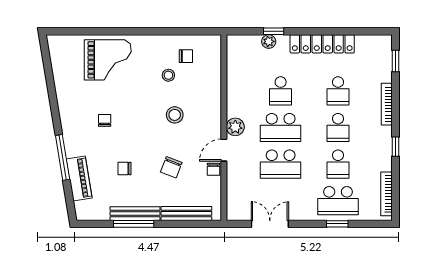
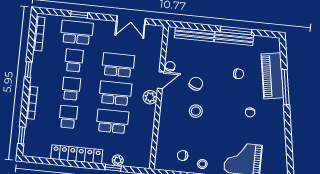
stool: (168, 75) -> (202, 164), moved
school desk: (281, 91) -> (112, 121), width x1.85
chair: (171, 167) -> (196, 84), moved
piano: (79, 179) -> (272, 76), width x1.37, depth x1.33

